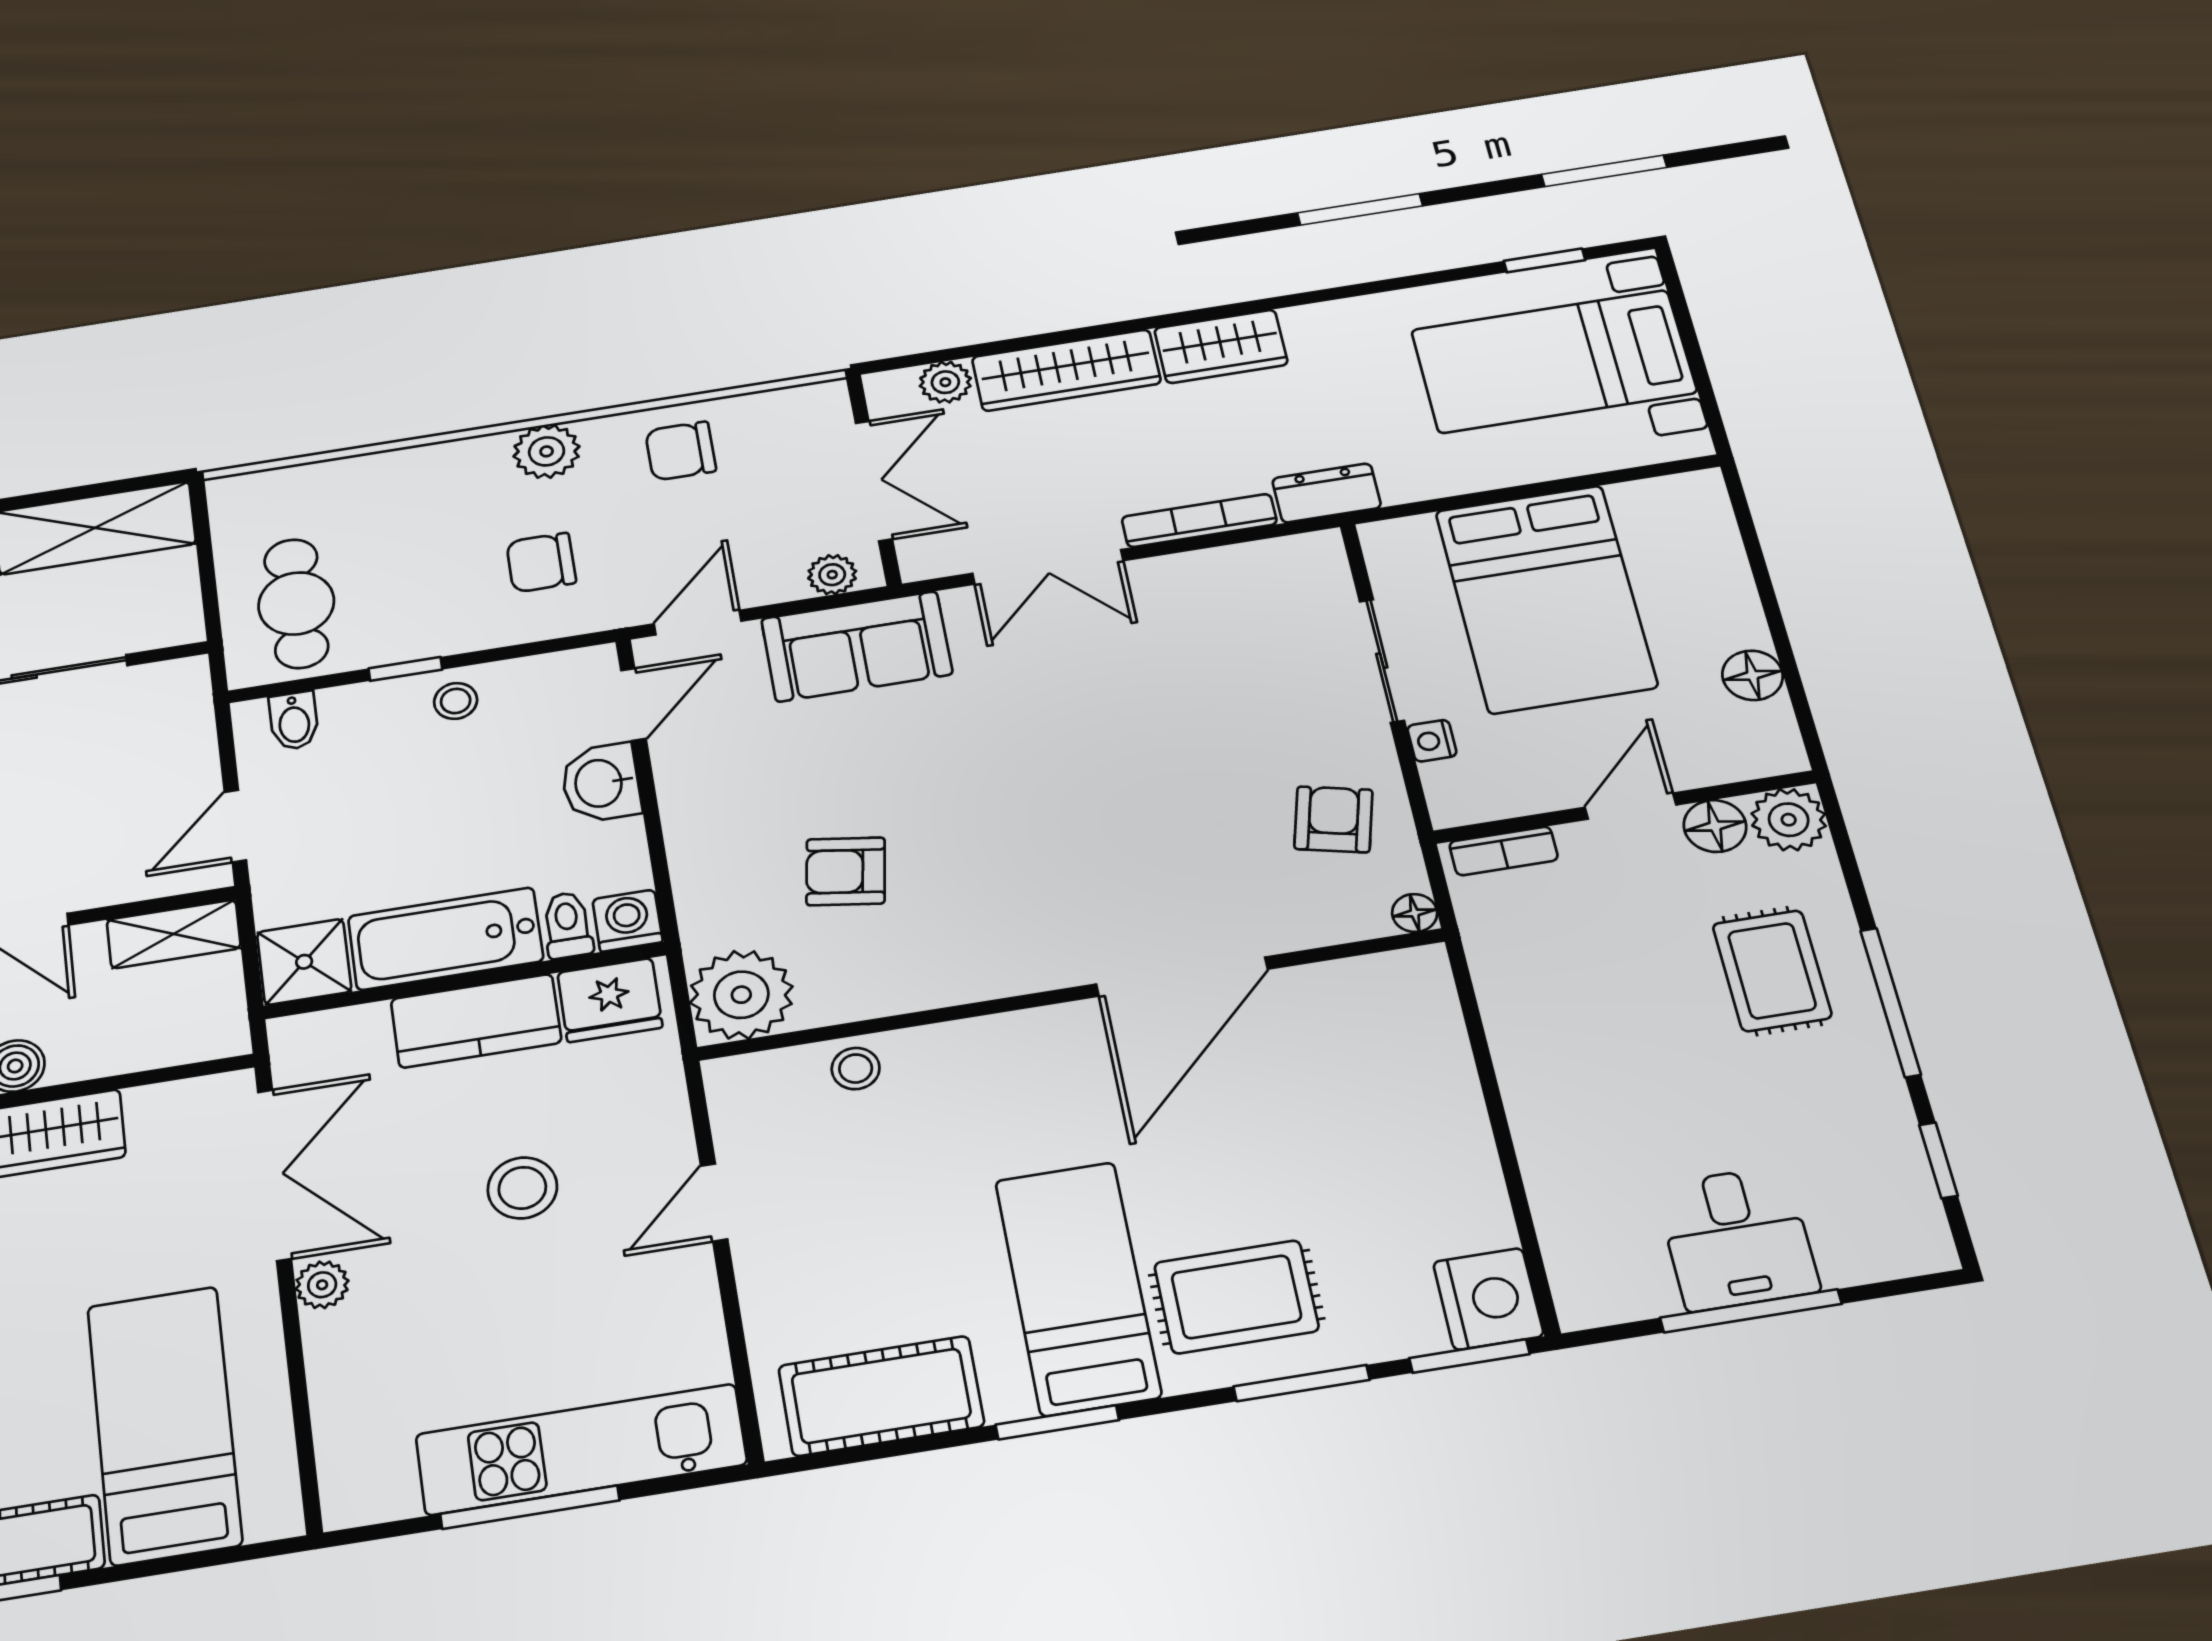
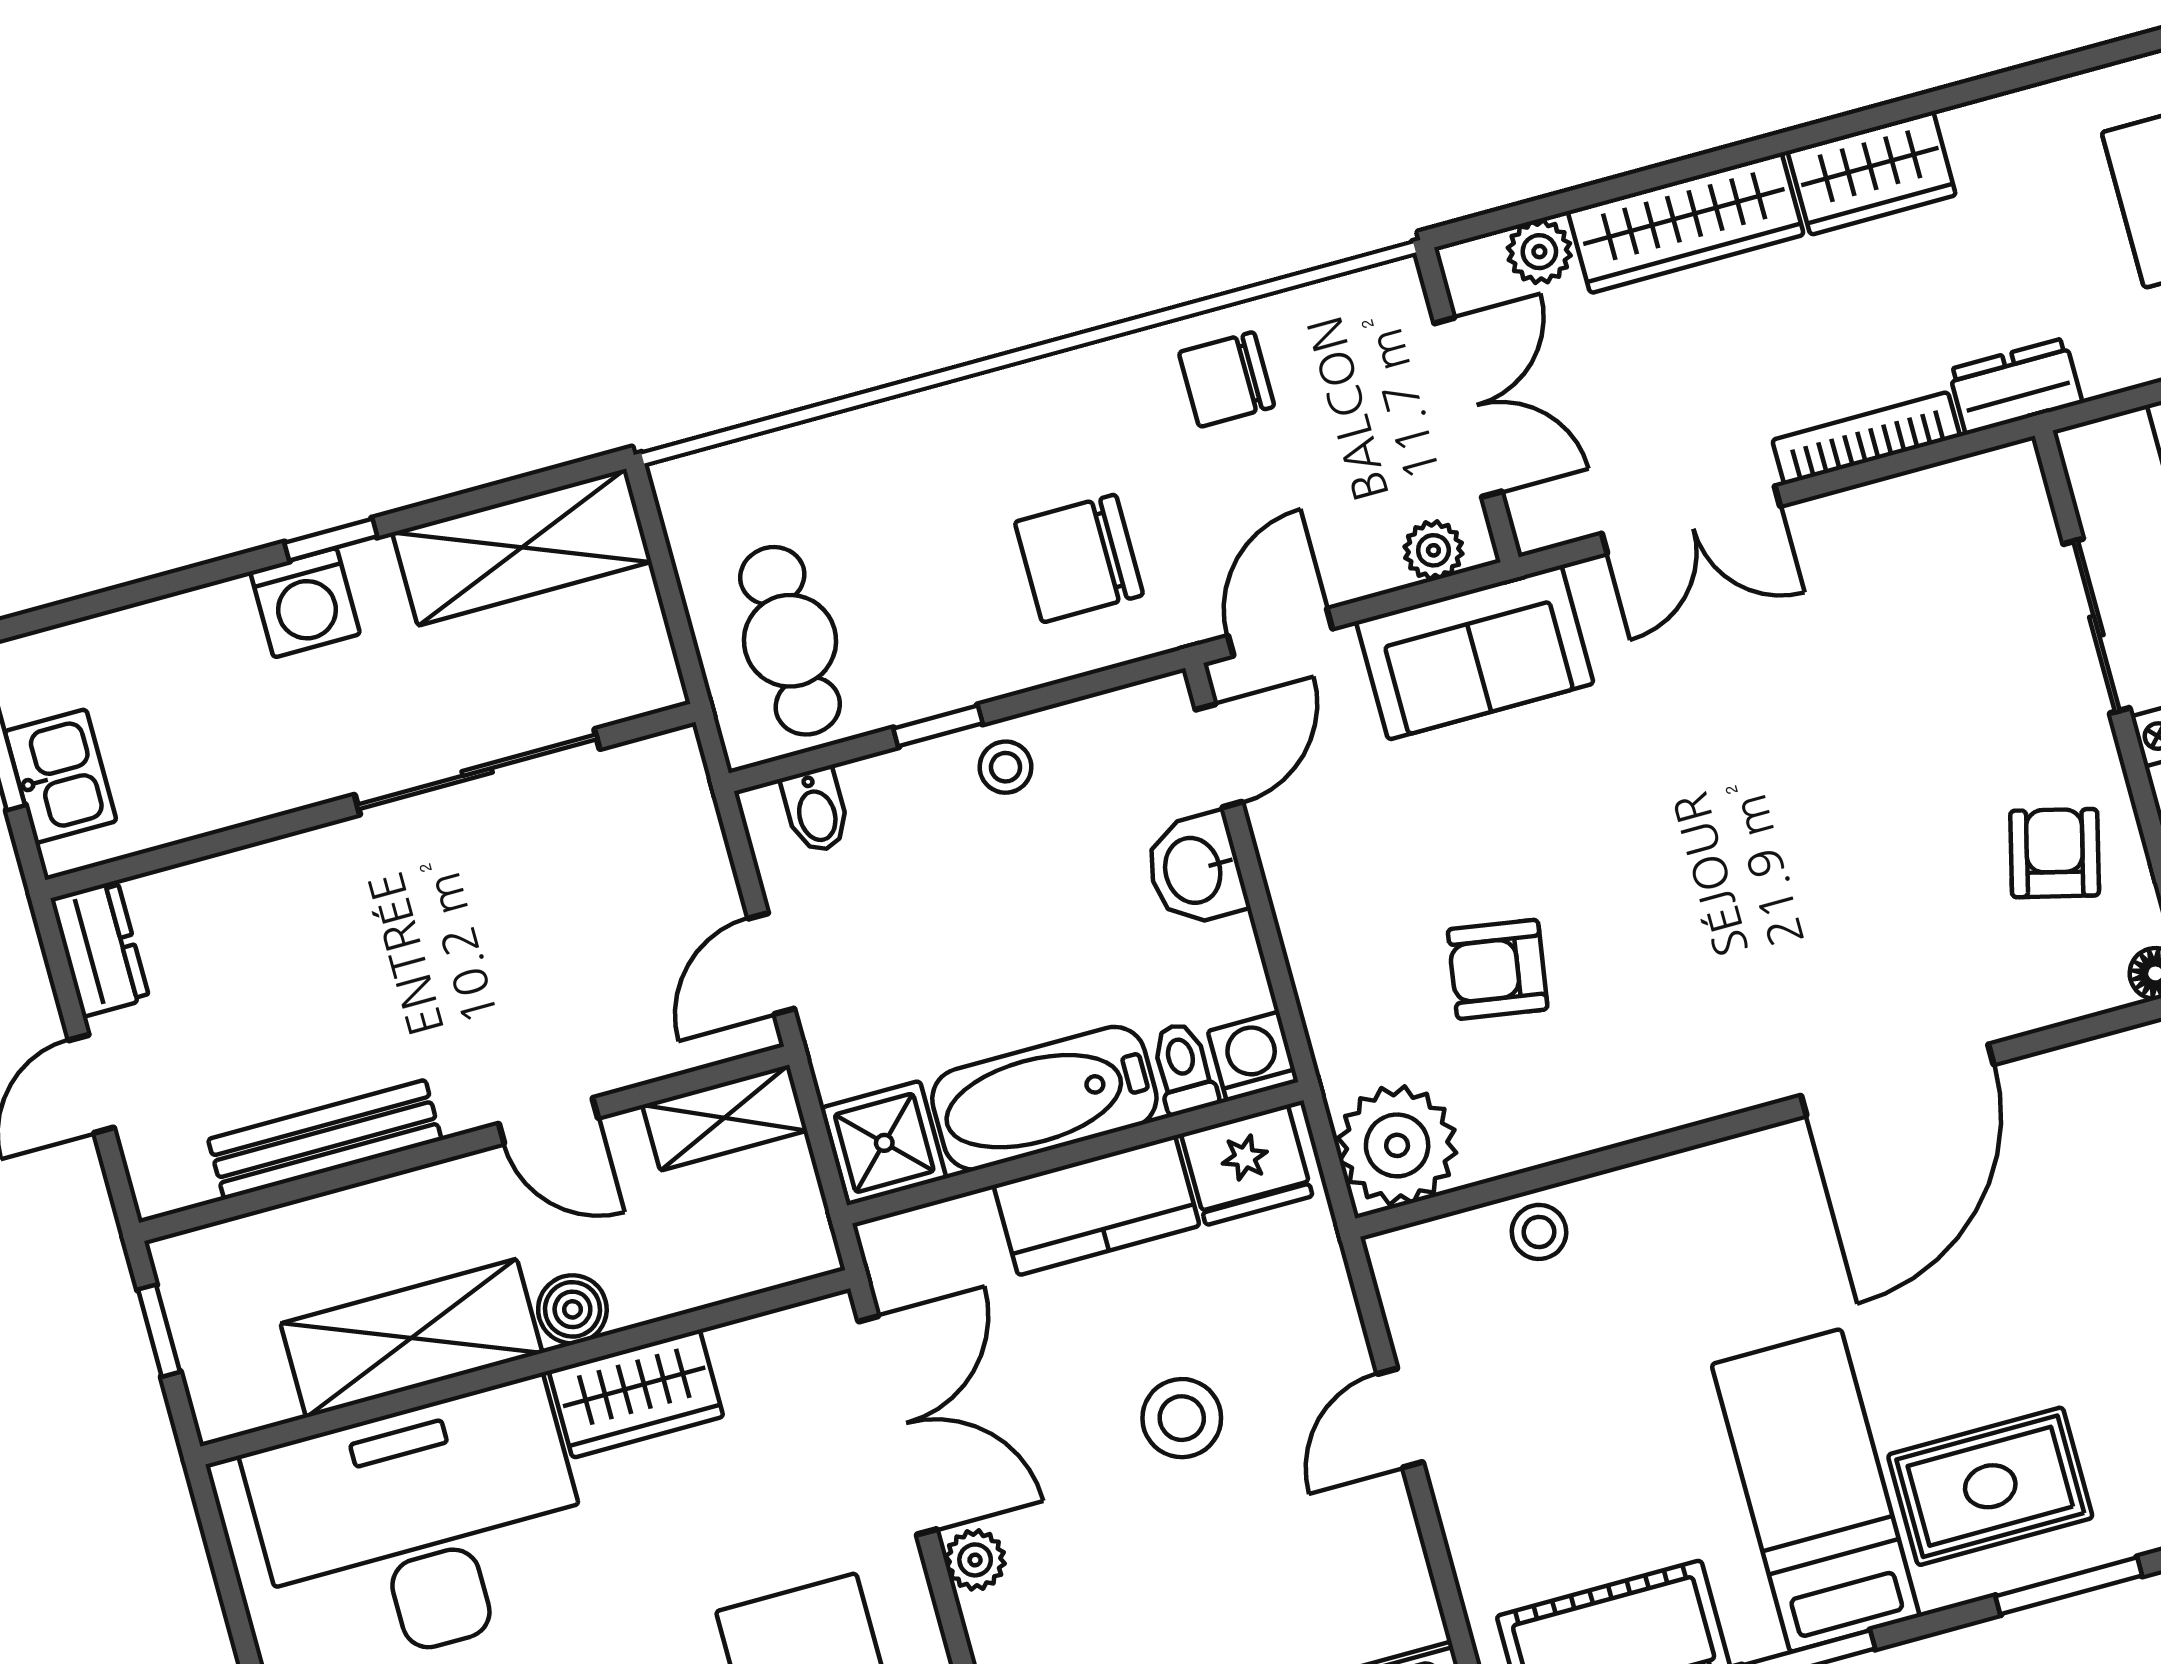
plant: (547, 451) -> (1062, 392), removed
chair: (541, 563) -> (1079, 558), width x1.37, depth x1.37

